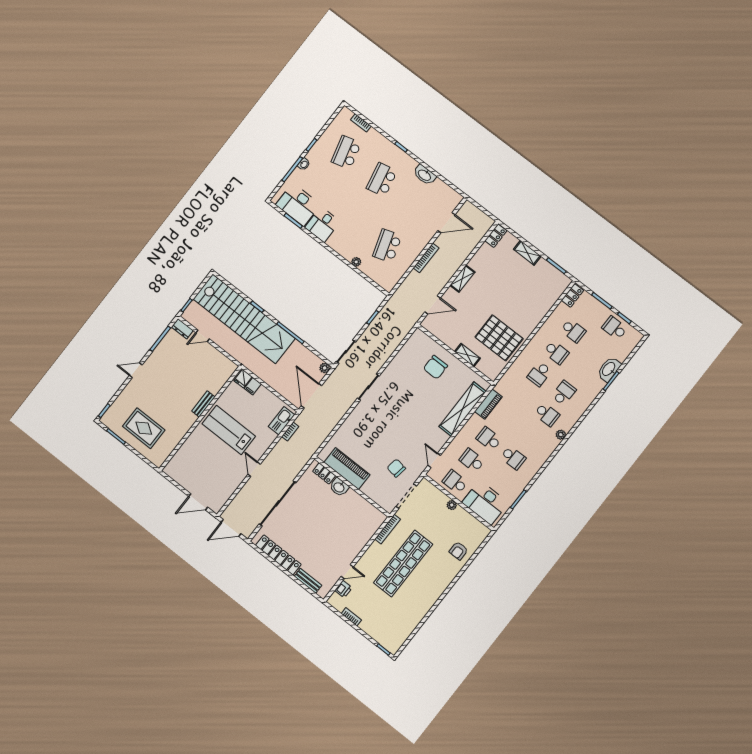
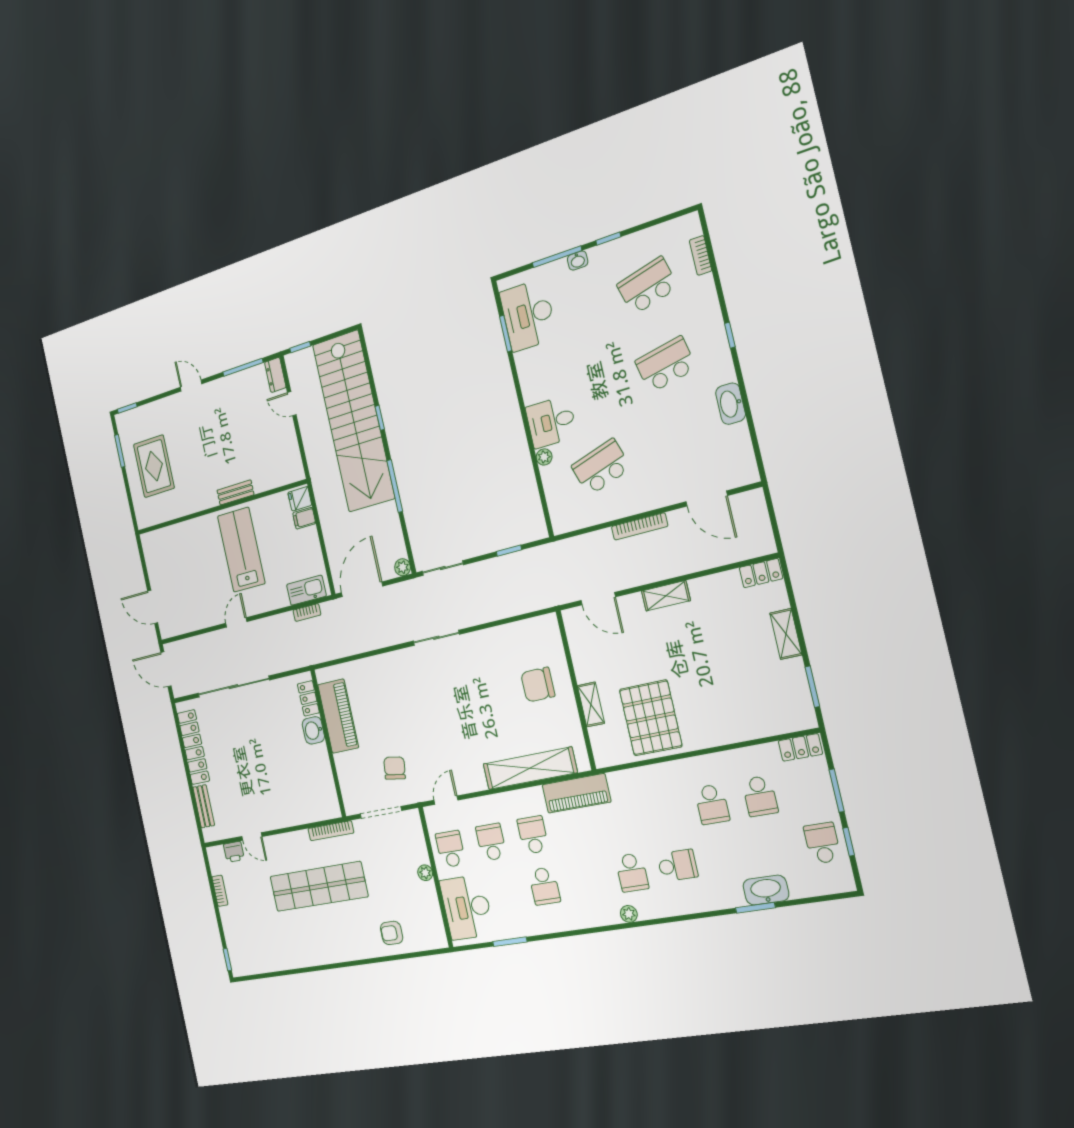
desk: (323, 225) -> (551, 422), moved
school desk: (539, 374) -> (665, 812), removed
piano: (488, 404) -> (576, 793), width x1.37, depth x1.33

